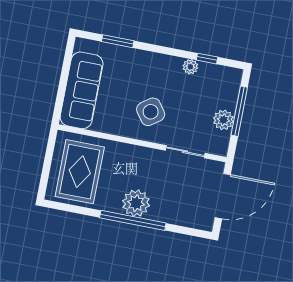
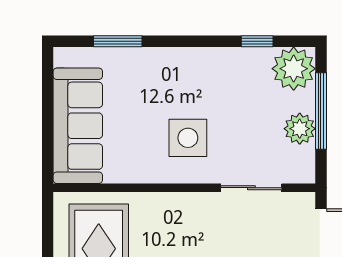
plant: (190, 67) -> (294, 69), moved, width x1.88, depth x1.88
side table: (151, 112) -> (188, 138), turned 36

